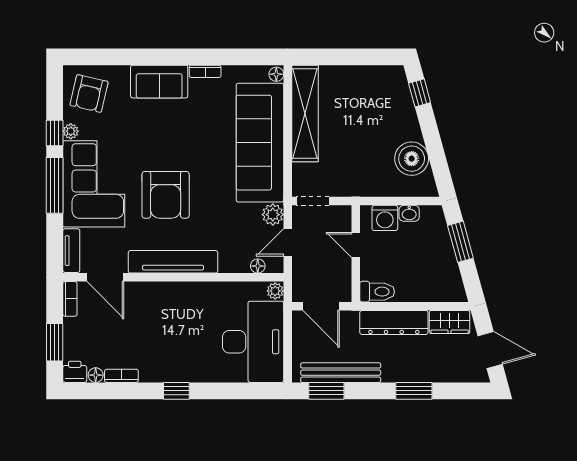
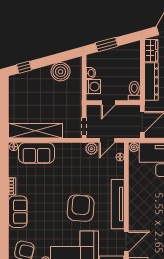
sofa: (260, 143) -> (36, 153), width x0.54, depth x0.79
armchair: (166, 195) -> (81, 208), turned -86
door: (288, 242) -> (107, 140), hinge flipped

